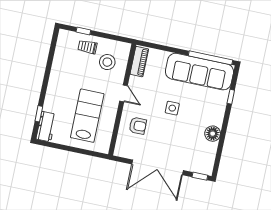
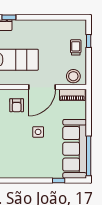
stool: (107, 62) -> (73, 76), moved
door: (123, 93) -> (42, 87), width x1.87
floor lamp: (213, 134) -> (23, 172), removed

